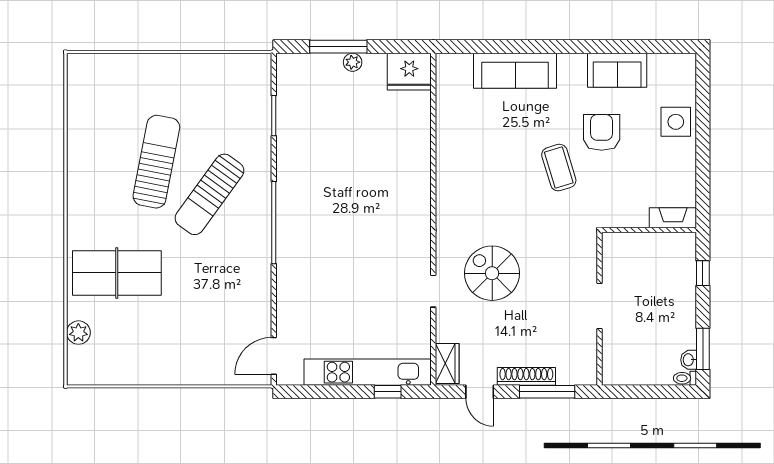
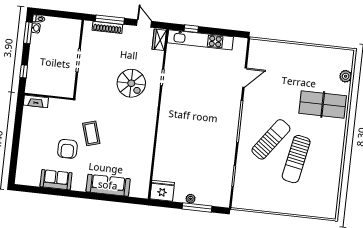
side table: (676, 122) -> (29, 150), removed
door: (274, 356) -> (245, 78), moved
shoe rack: (526, 376) -> (107, 27), moved

